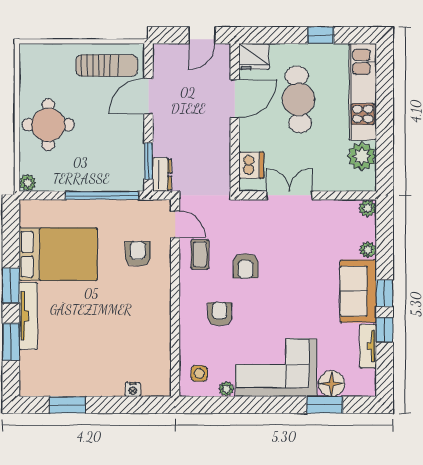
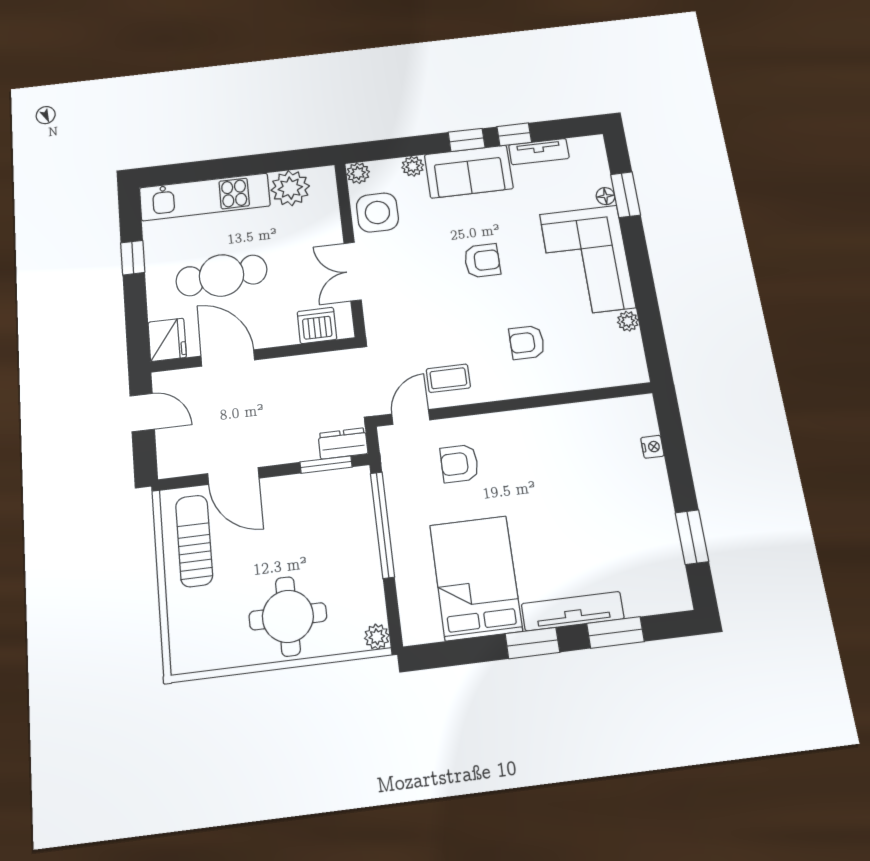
armchair: (246, 266) -> (482, 261), moved
side table: (199, 373) -> (377, 212), moved, width x1.87, depth x1.87
floor lamp: (332, 384) -> (605, 196), width x0.53, depth x0.53

